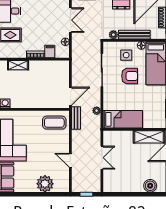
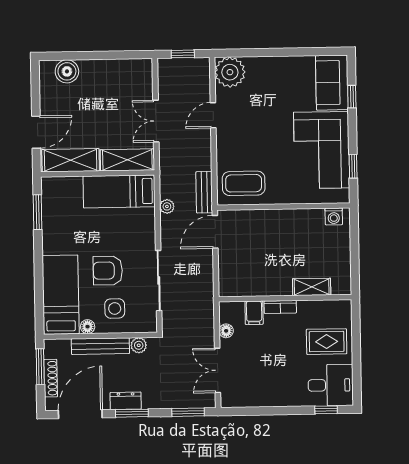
shelving: (118, 137) -> (127, 160), added
door: (70, 160) -> (213, 115), swing flipped
plant: (45, 184) -> (230, 72), moved

